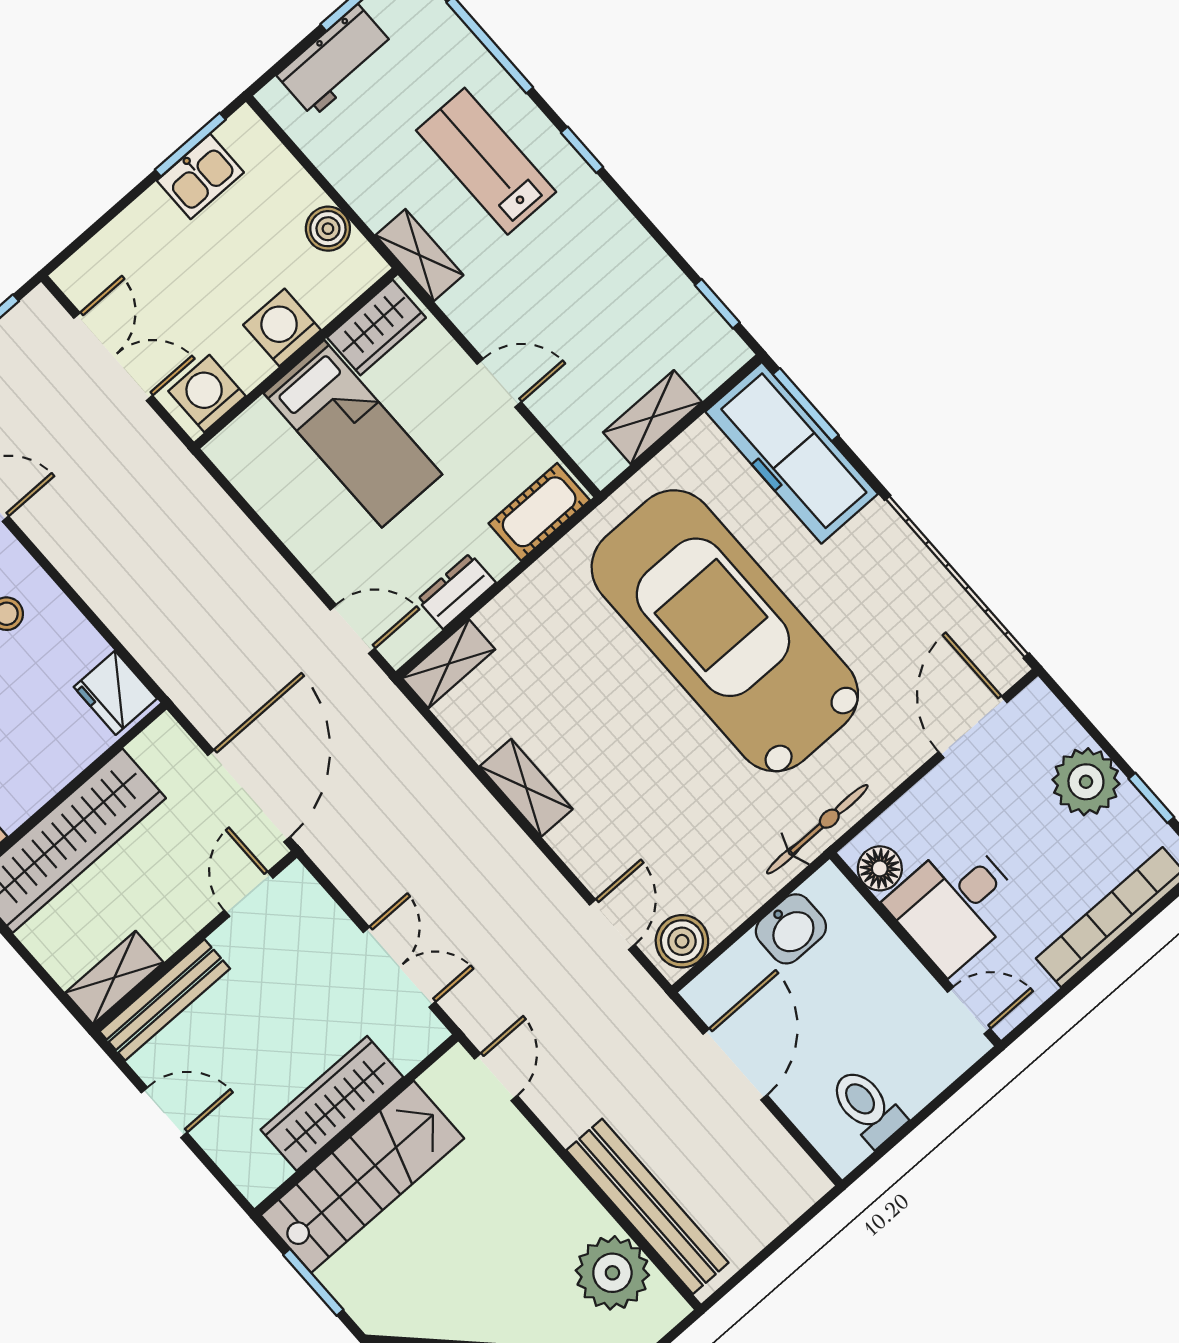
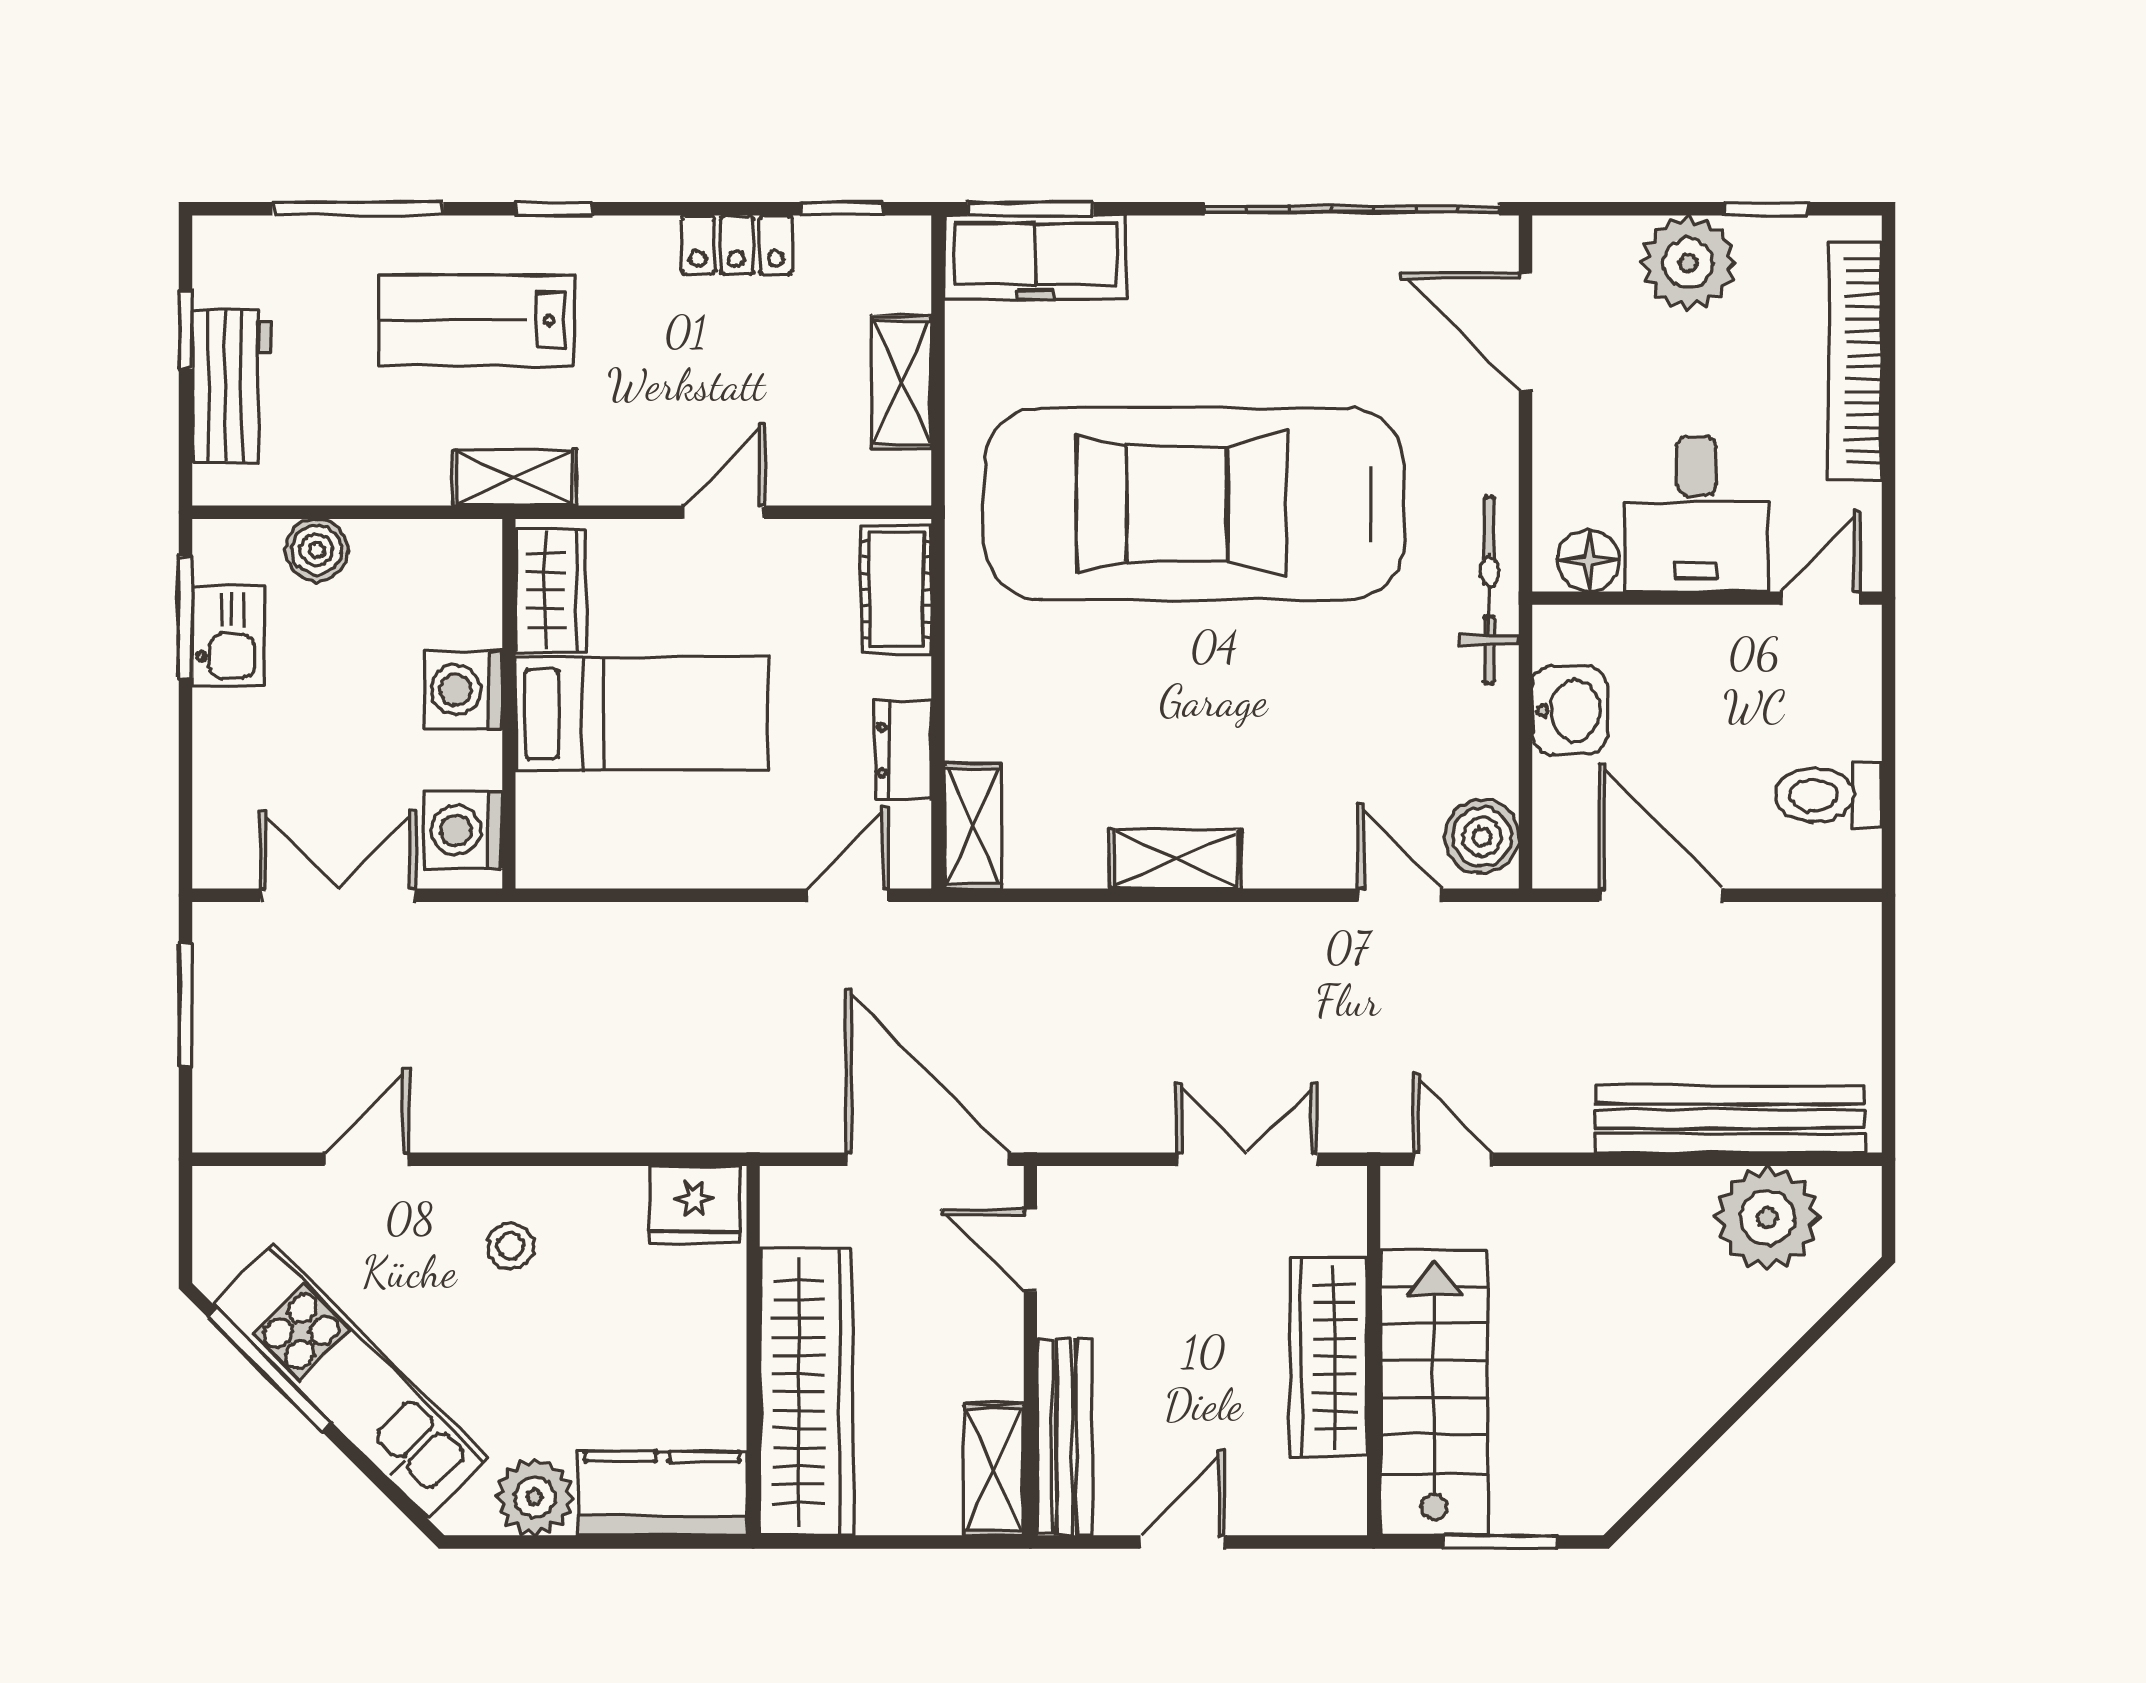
boiler: (328, 229) -> (317, 550), moved
locker: (648, 264) -> (737, 245), added
freezer: (792, 453) -> (1035, 257), width x0.73, depth x0.79

